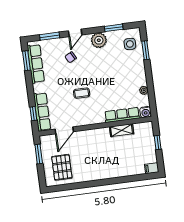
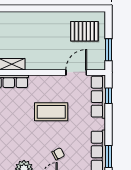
coffee table: (82, 93) -> (51, 112), width x1.86, depth x1.72
pallet: (62, 167) -> (84, 31), turned 90

